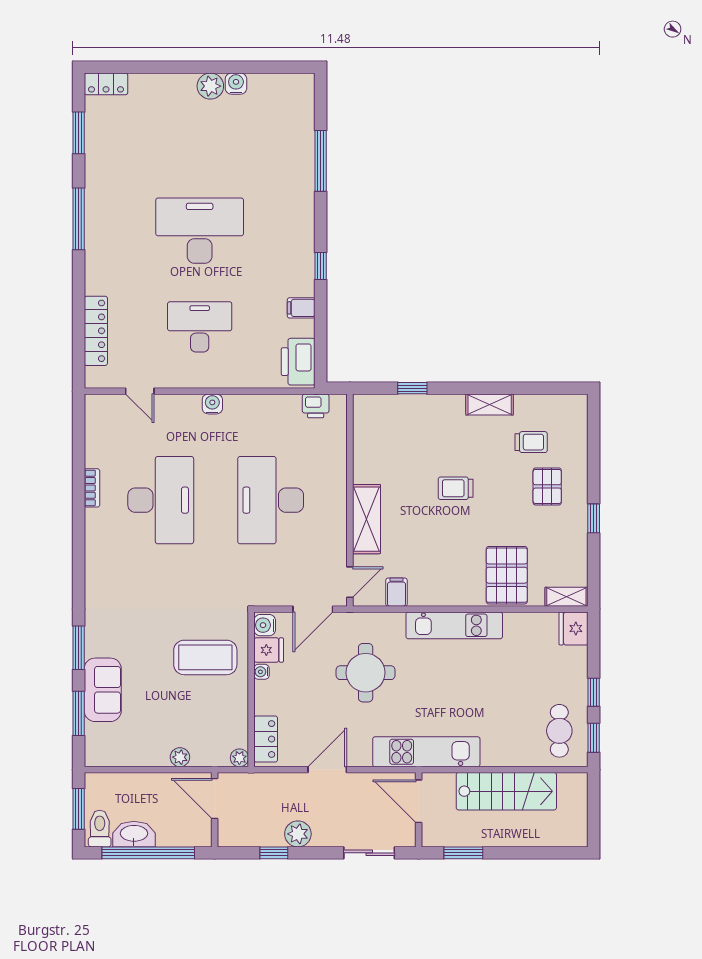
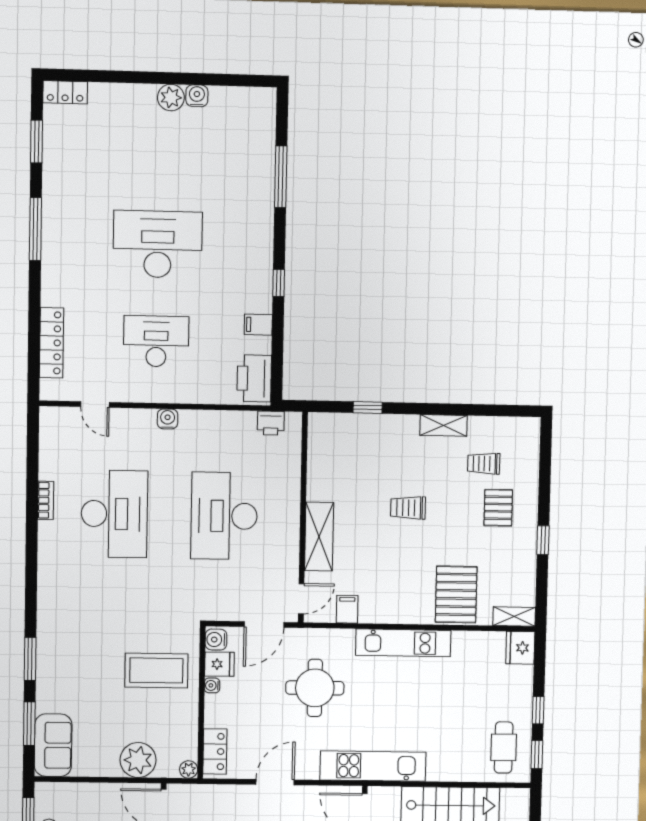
trolley: (531, 442) -> (484, 464), turned 180
sofa: (103, 690) -> (53, 745), moved
plant: (180, 757) -> (138, 760), width x1.88, depth x1.88

